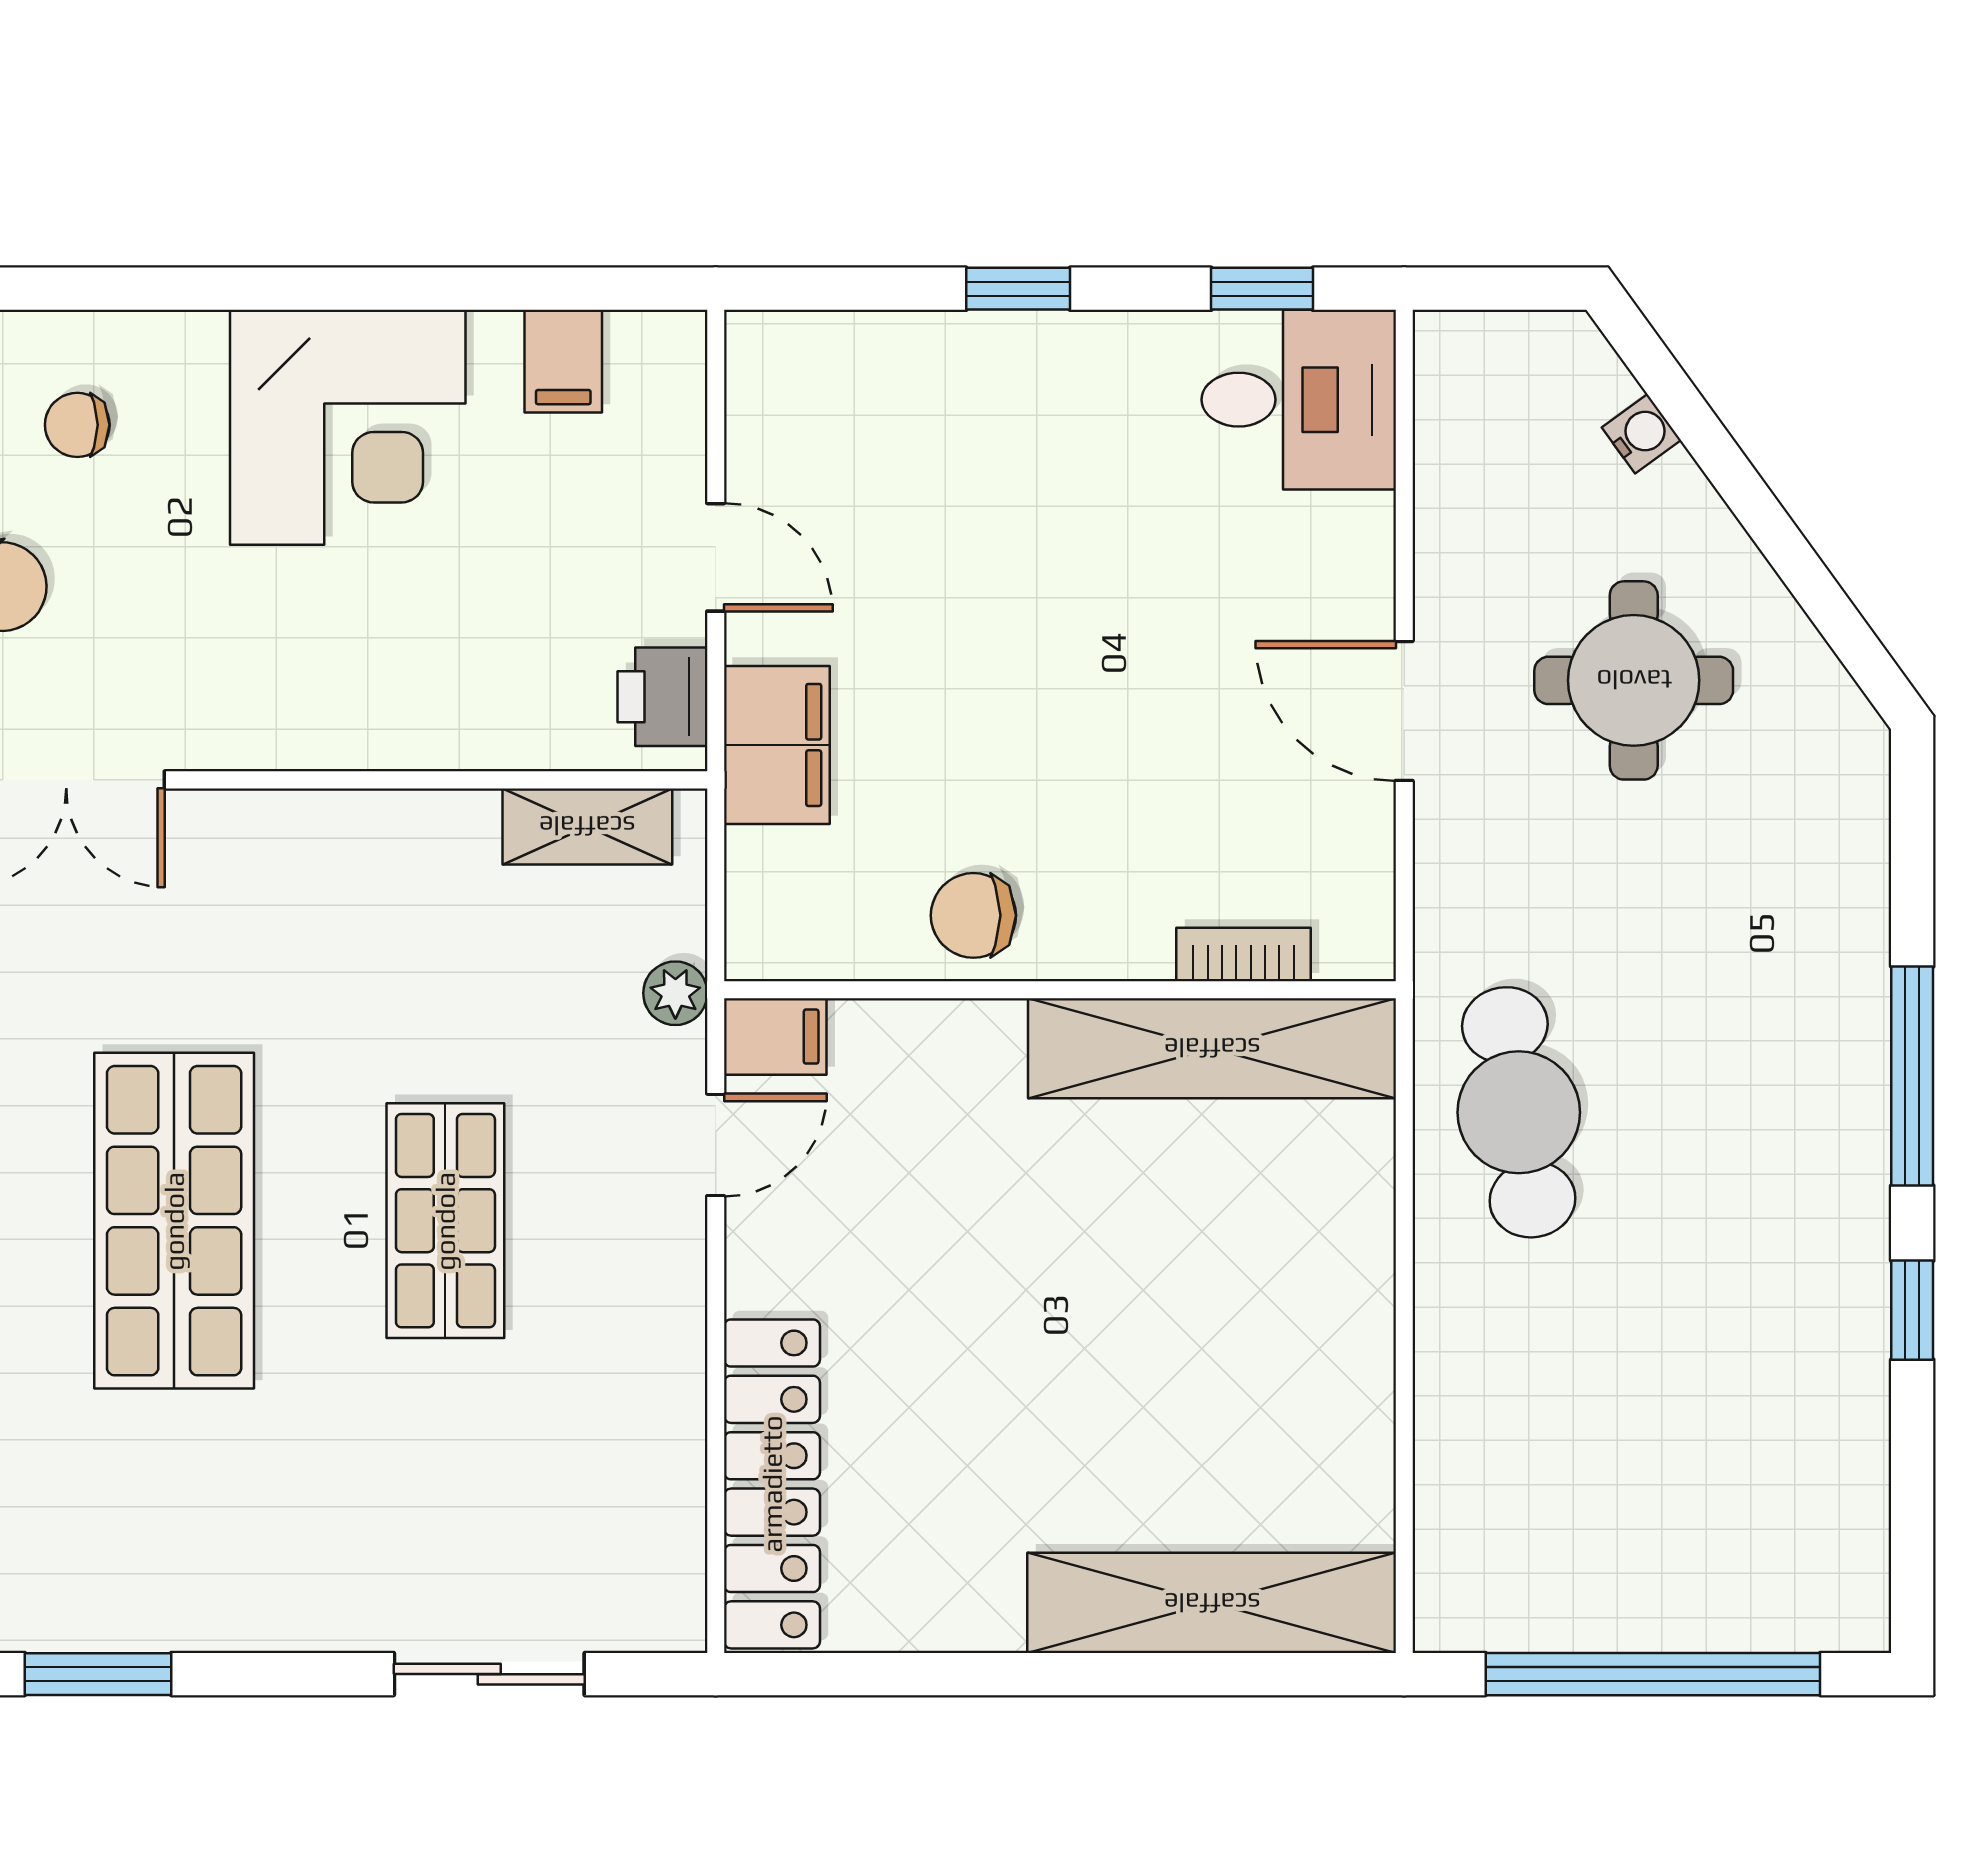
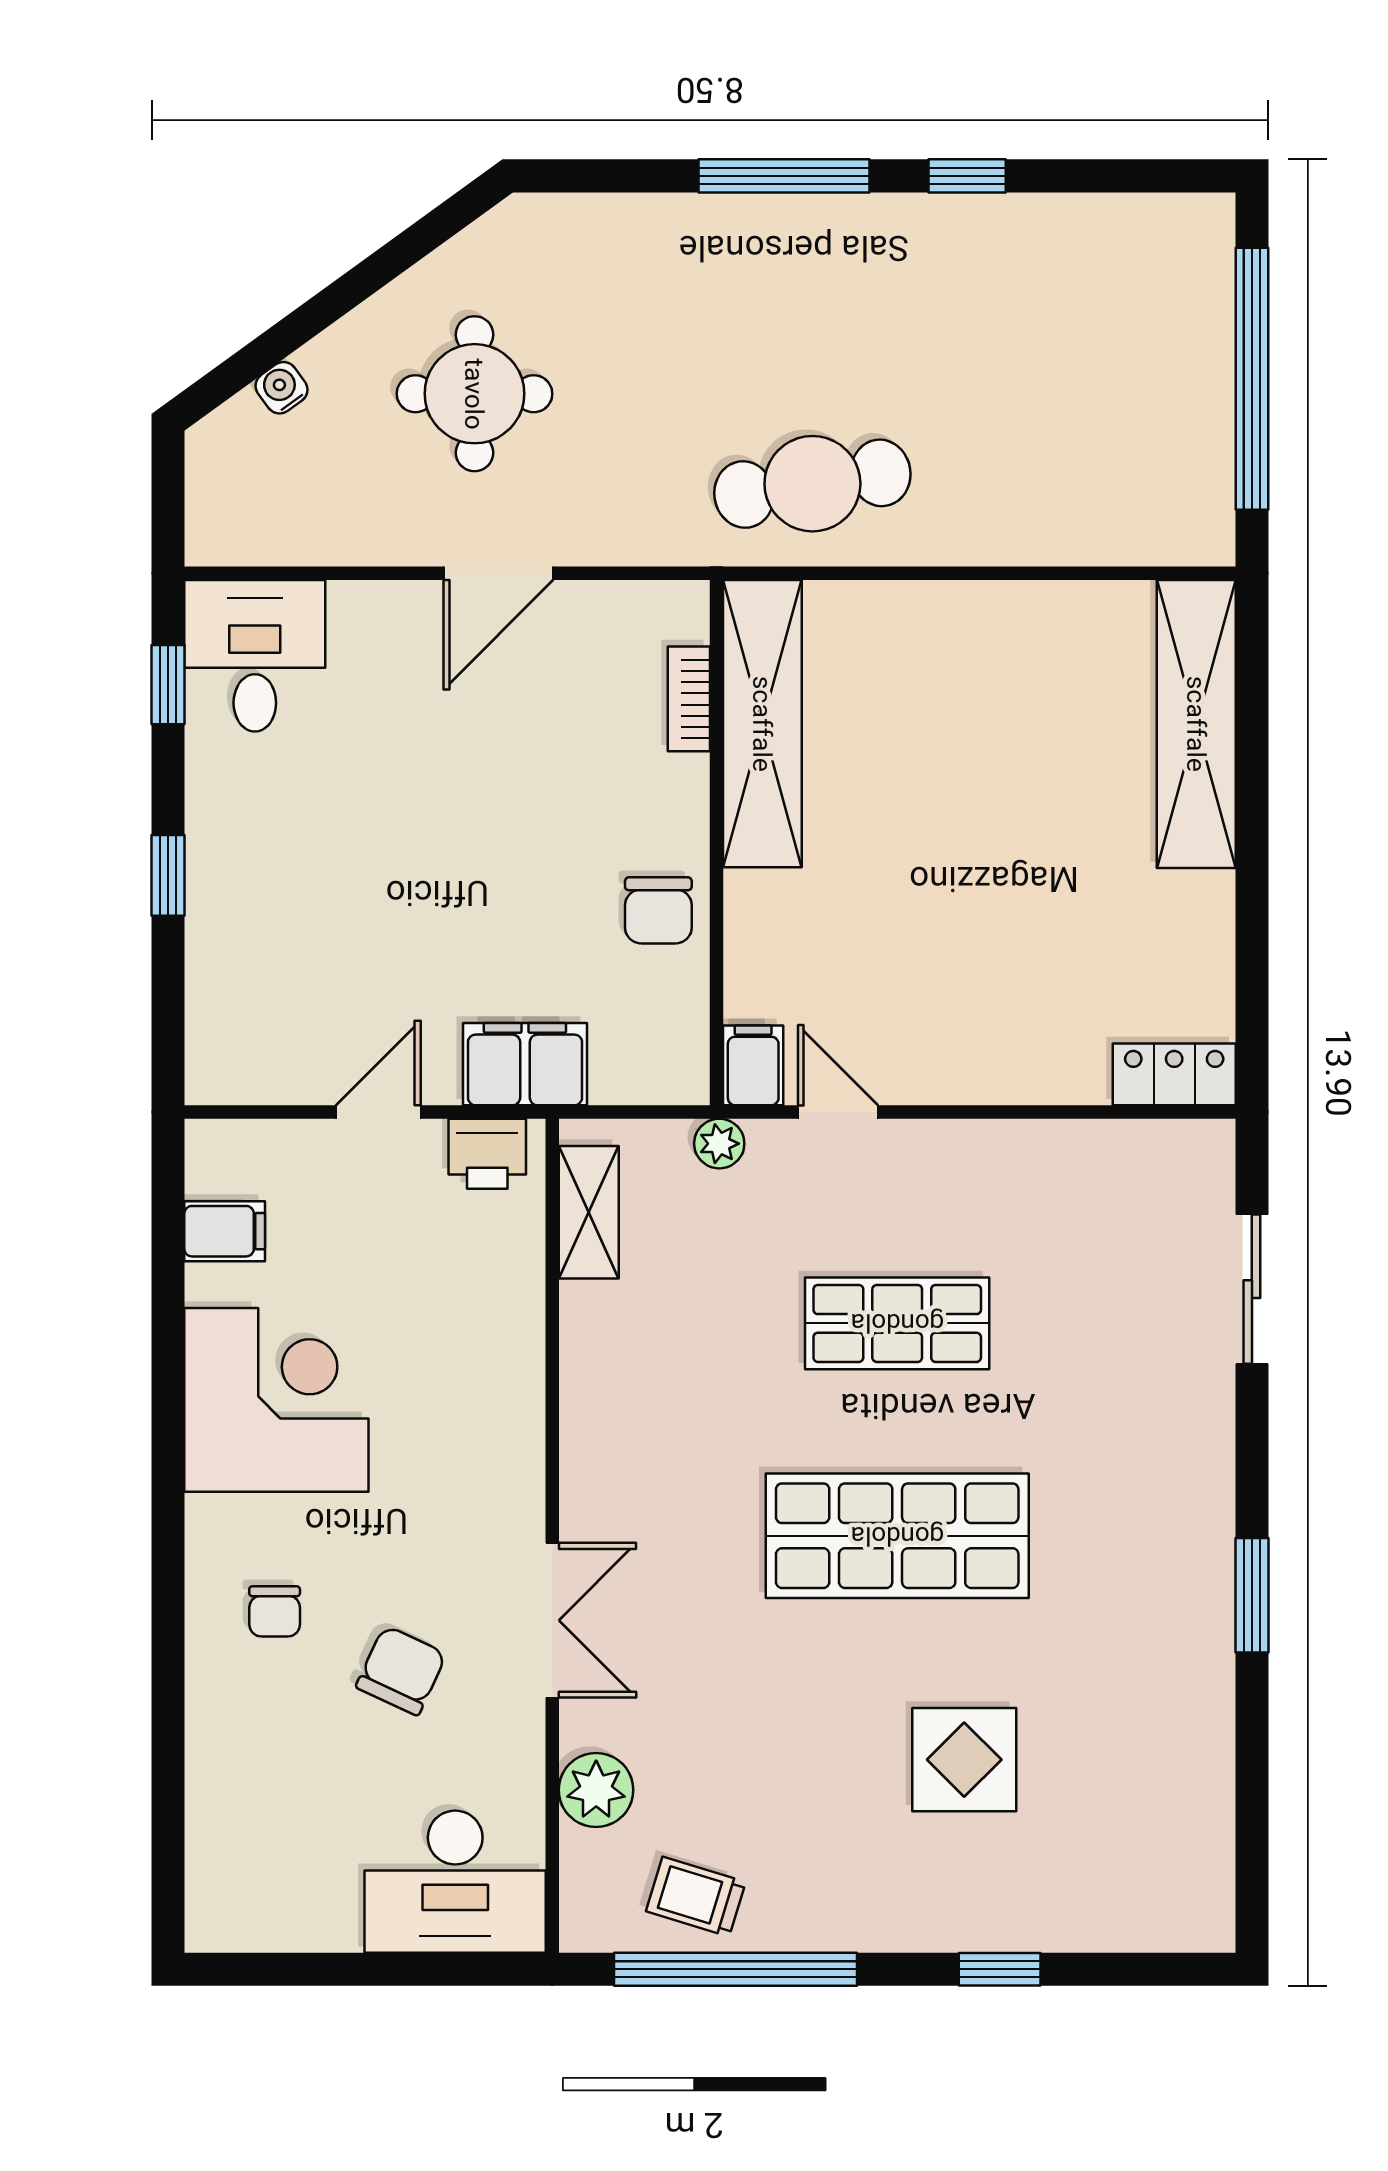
locker: (772, 1484) -> (1174, 1074), width x0.46, depth x0.83

